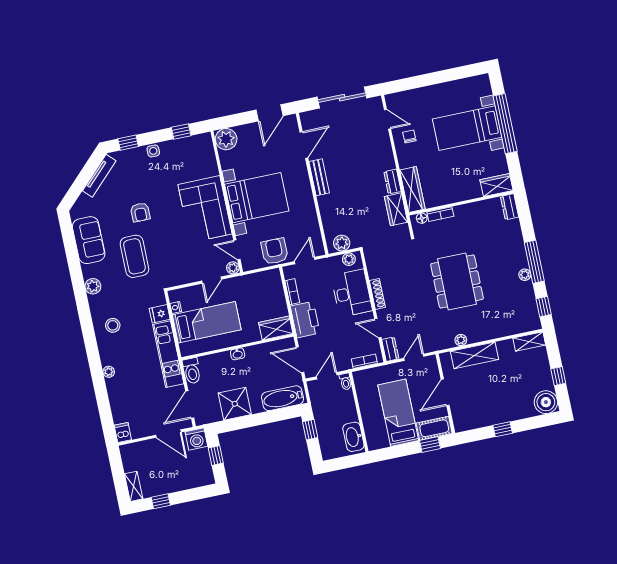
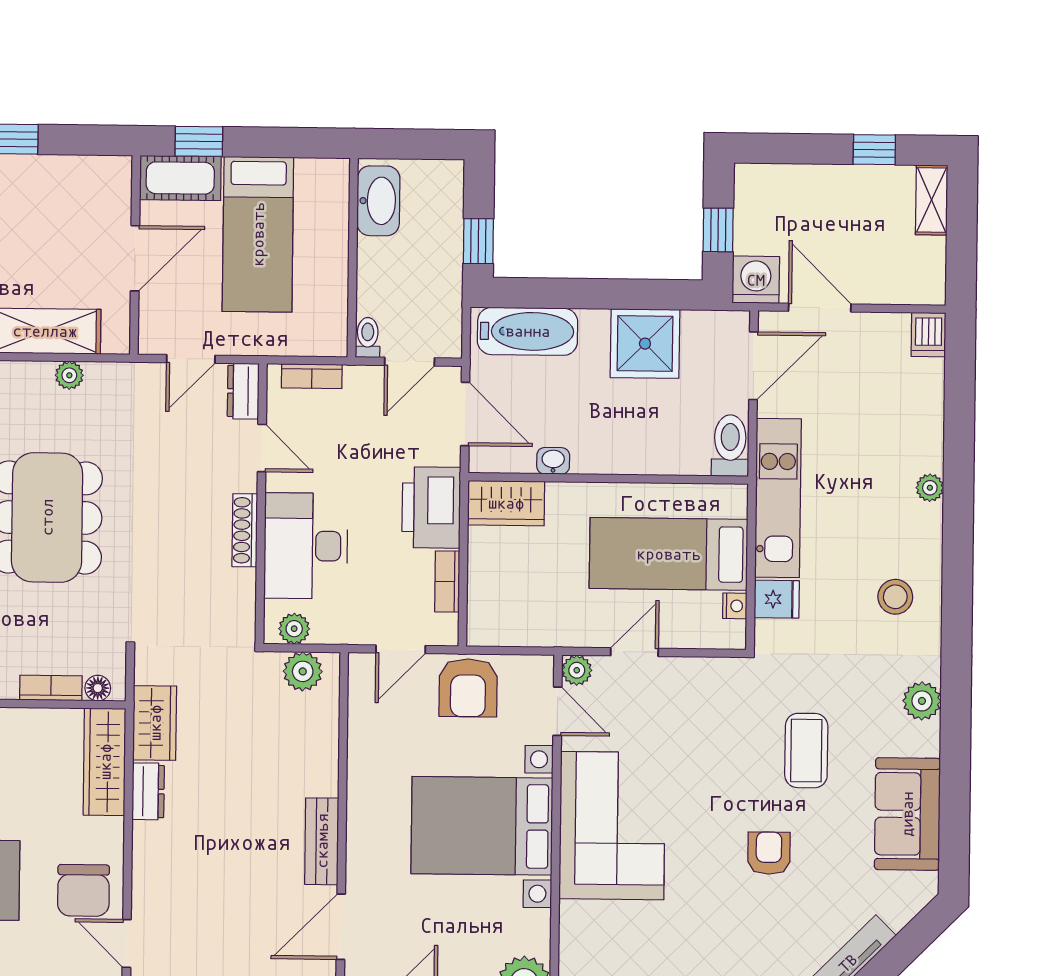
chair: (409, 136) -> (83, 890), width x1.87, depth x1.87
coffee table: (134, 256) -> (806, 751), width x0.73, depth x0.76
washbasin: (238, 354) -> (553, 461), moved

